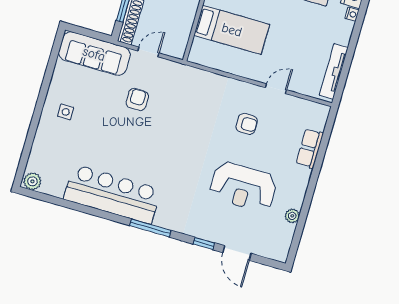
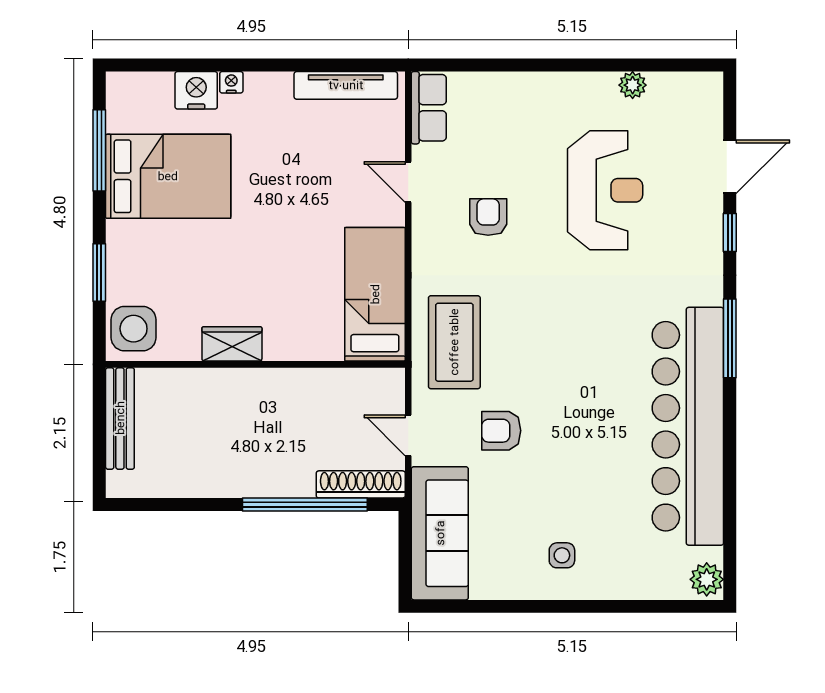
bed: (232, 30) -> (375, 294), moved
coffee table: (189, 89) -> (454, 342), added
row of seats: (310, 148) -> (429, 108), moved, turned -90
bar counter: (112, 194) -> (688, 426), width x1.36

